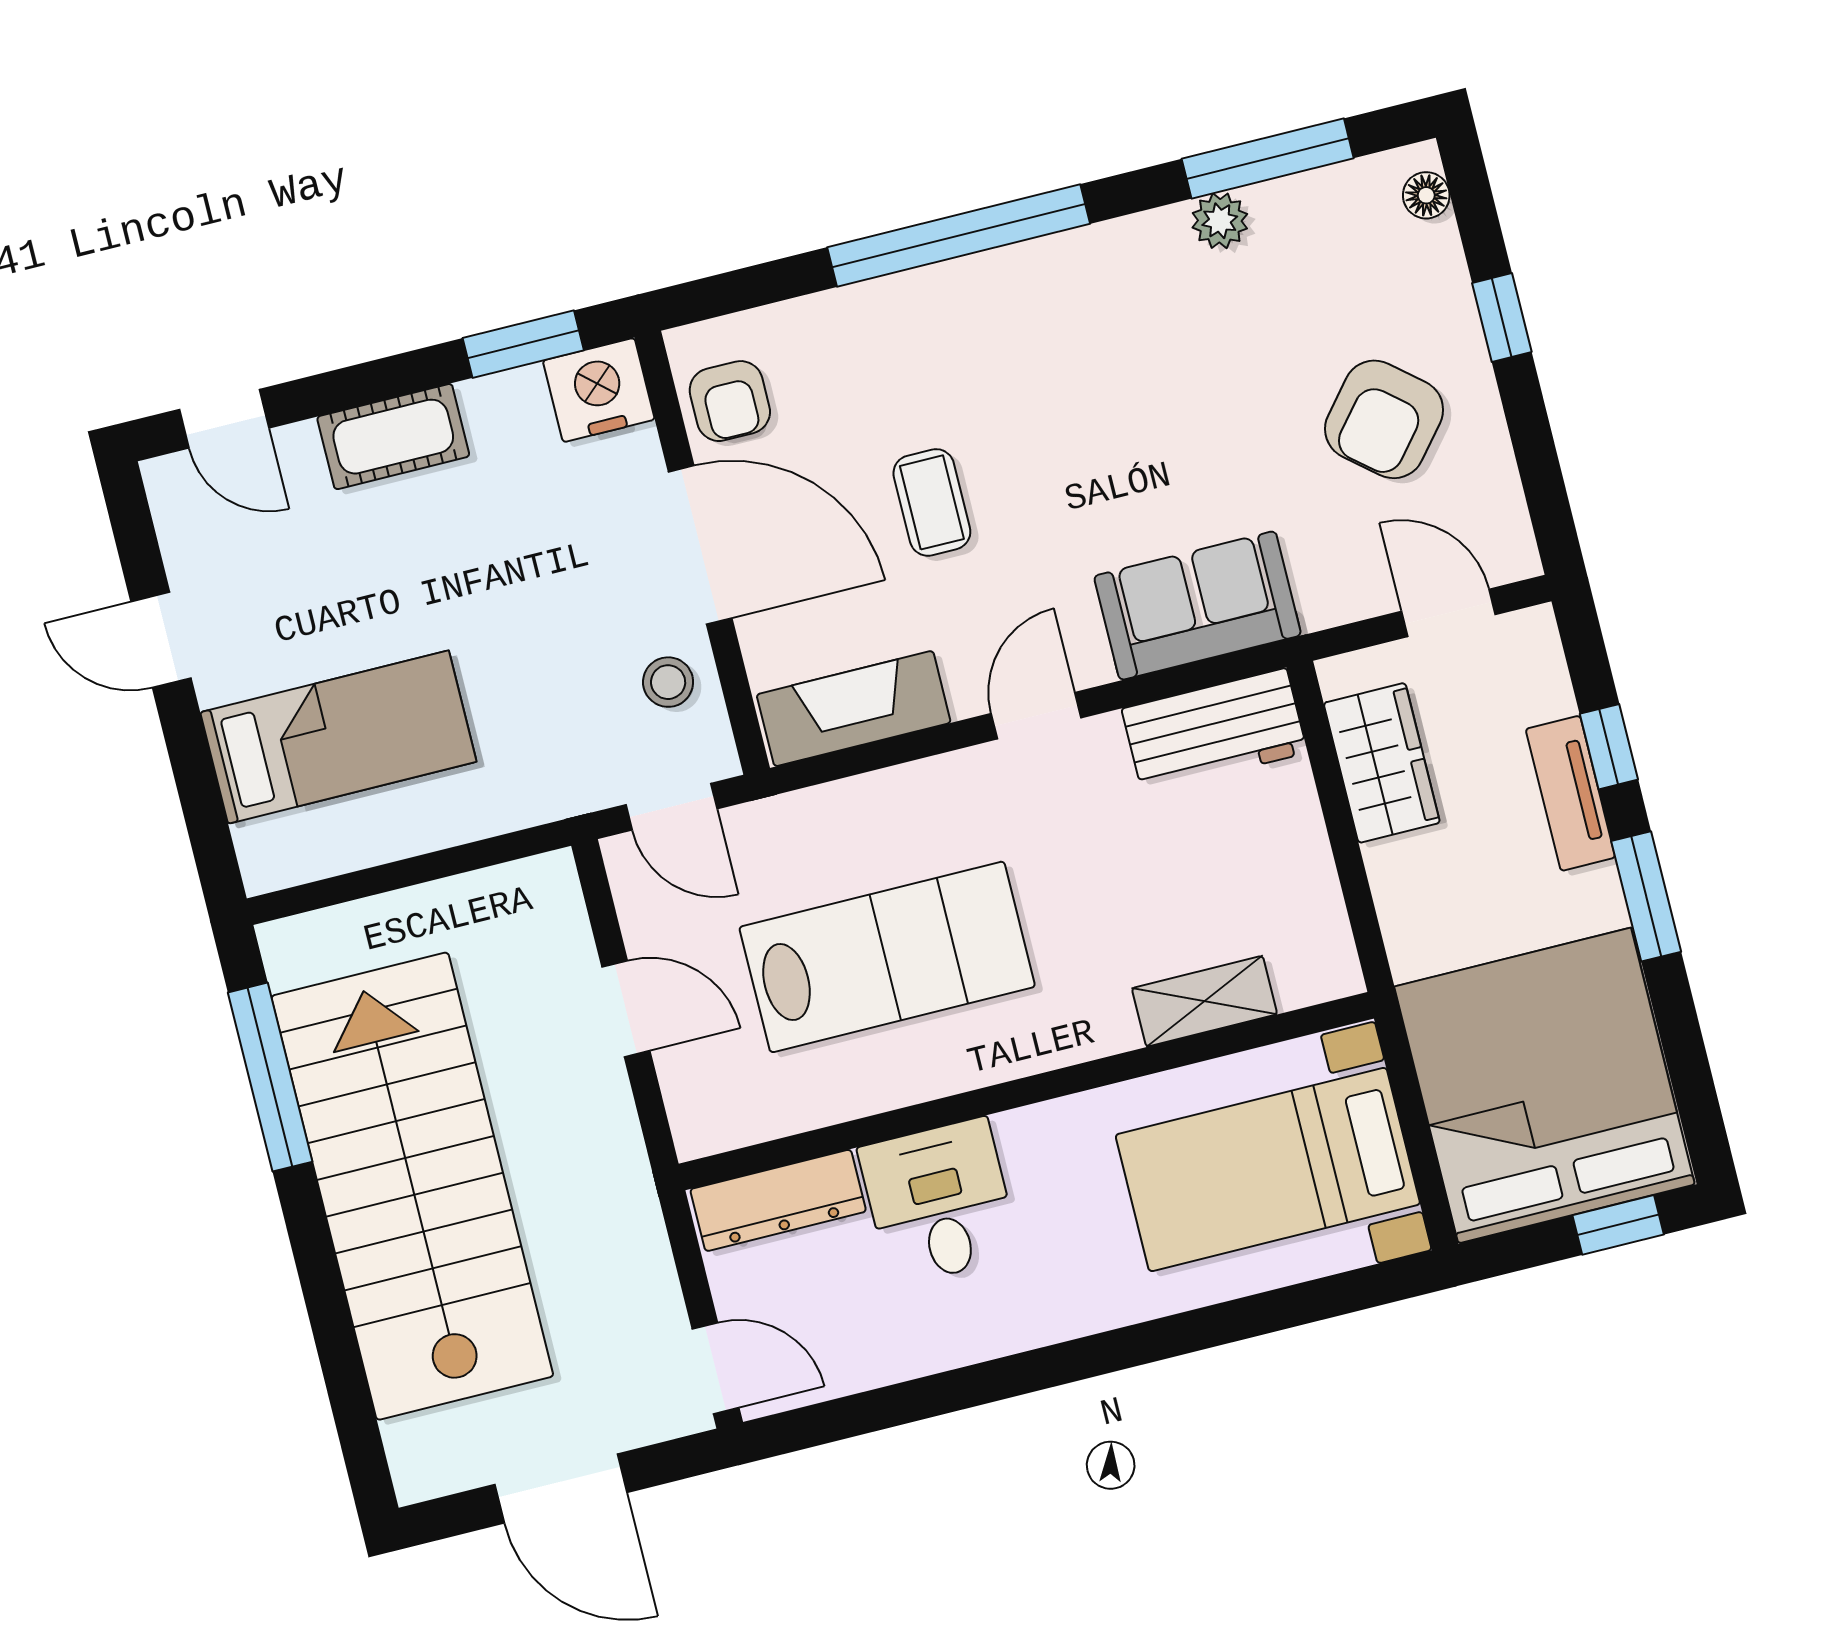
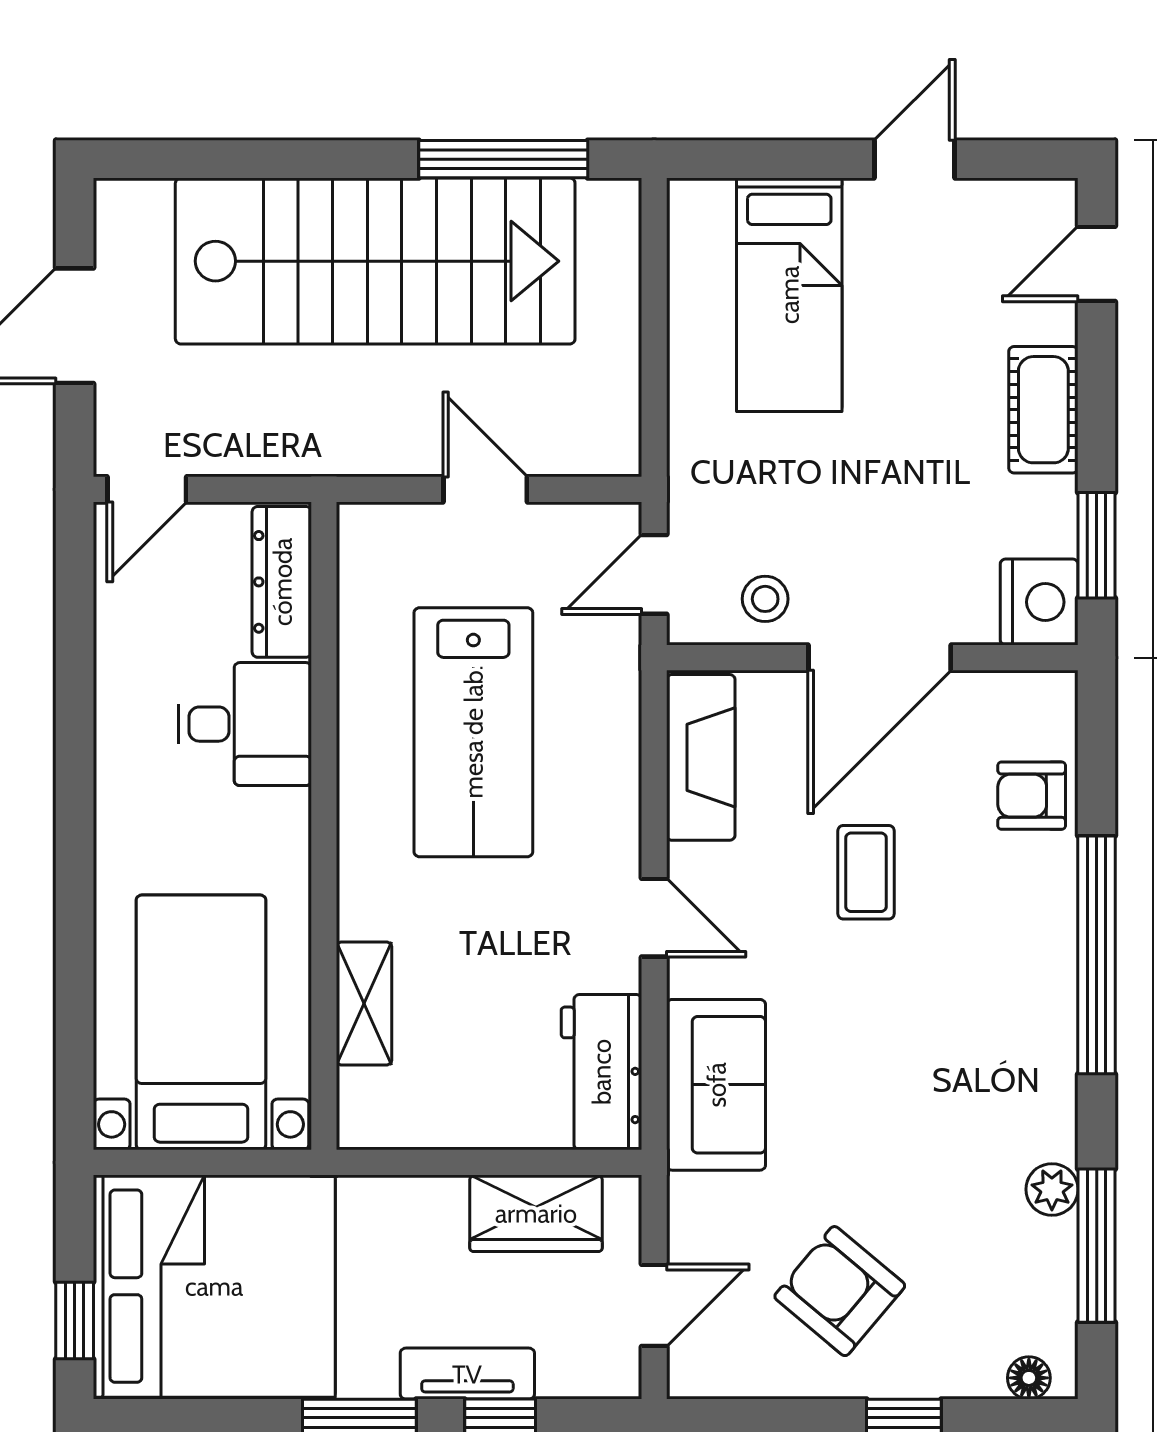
armchair: (730, 401) -> (1032, 796), moved
coffee table: (932, 502) -> (866, 872), turned 90
door: (626, 1009) -> (485, 489), swing flipped

